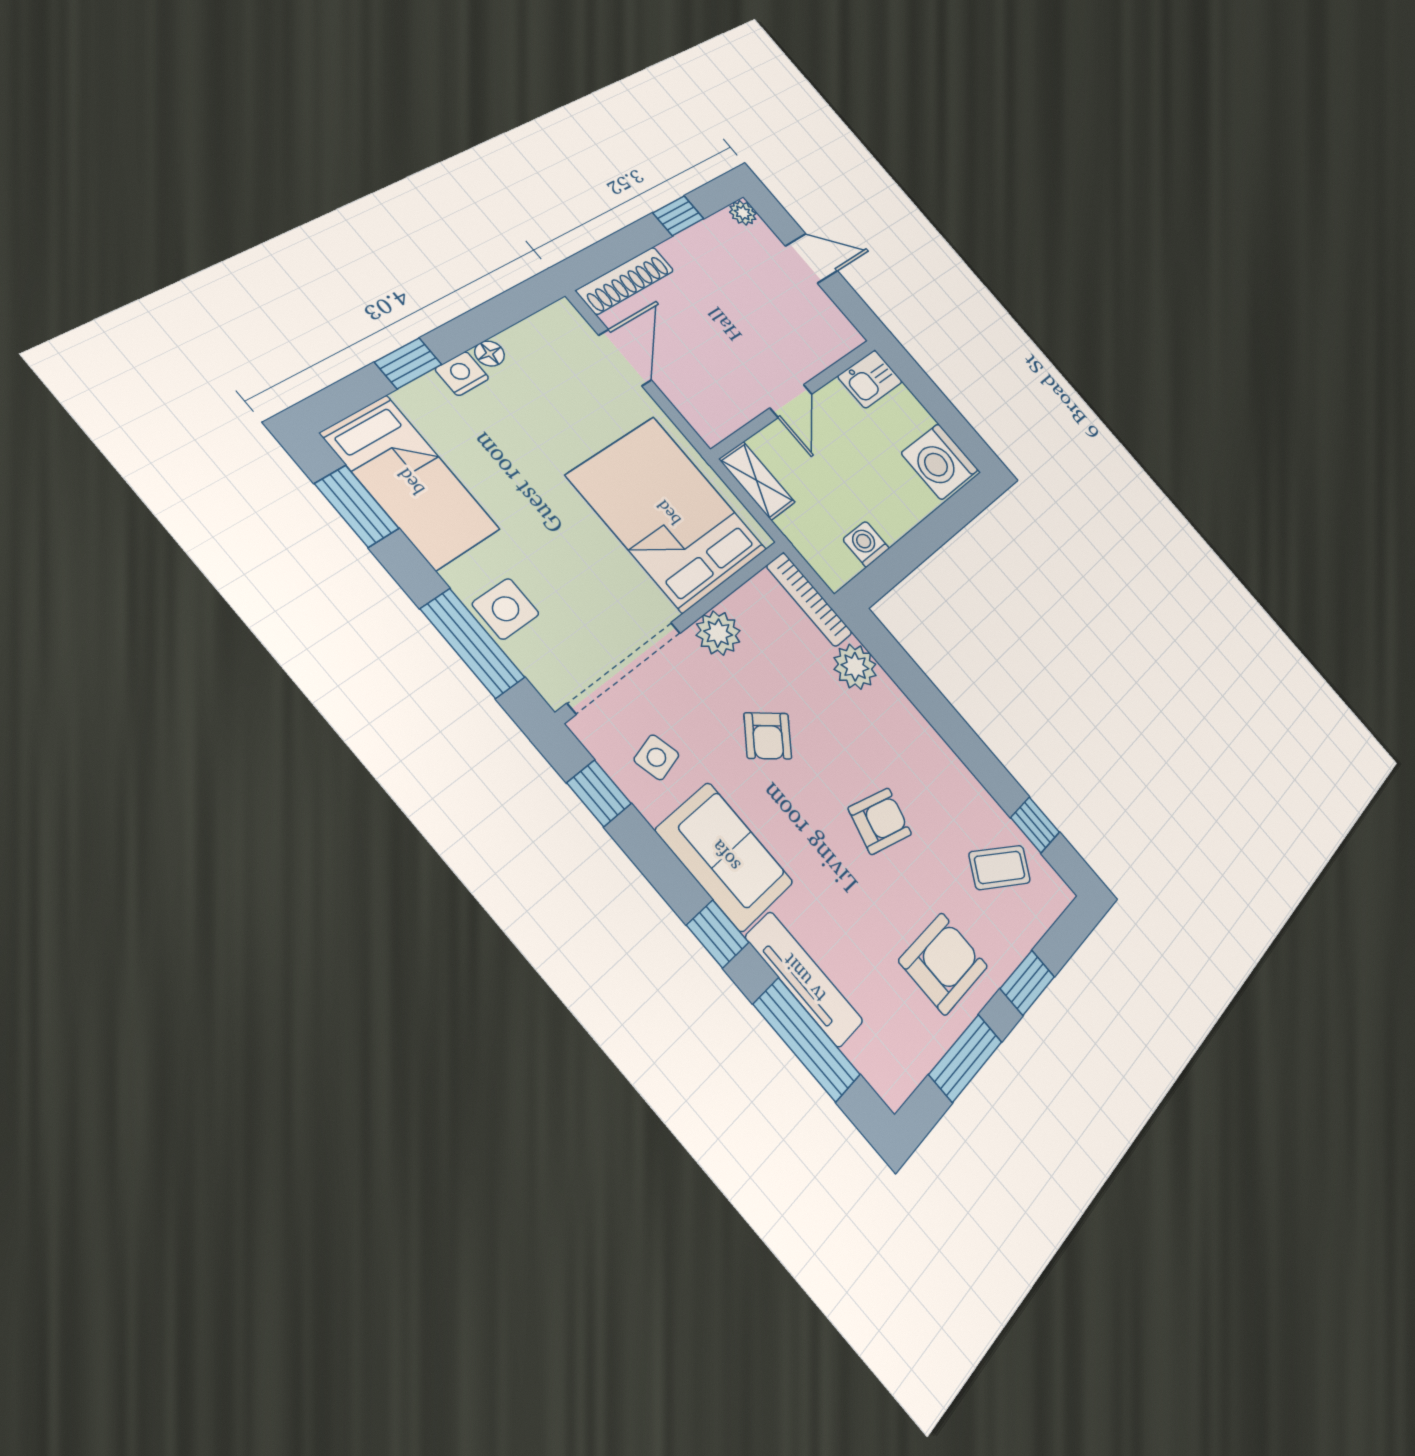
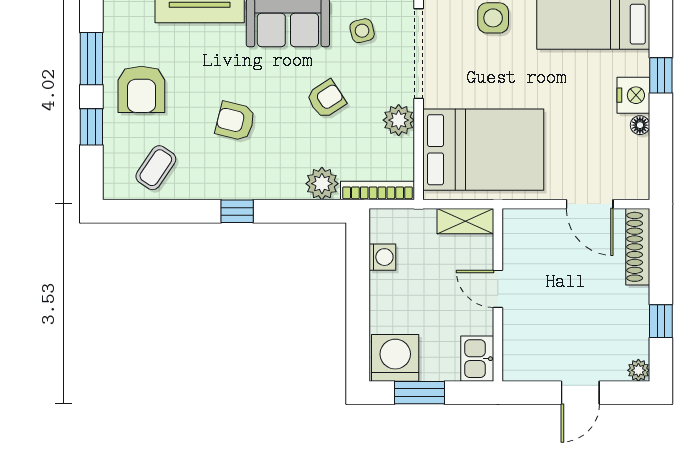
nightstand: (462, 374) -> (633, 95), width x1.36, depth x1.33
window: (947, 416) -> (419, 393), added
armchair: (768, 736) -> (326, 99), turned 108
armchair: (880, 821) -> (235, 121), turned 88
window: (1035, 825) -> (237, 211), moved

